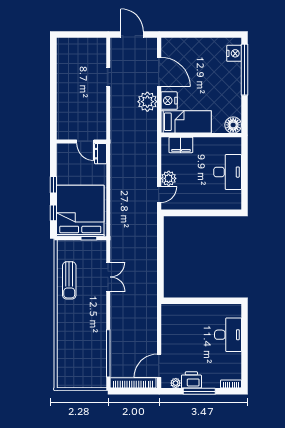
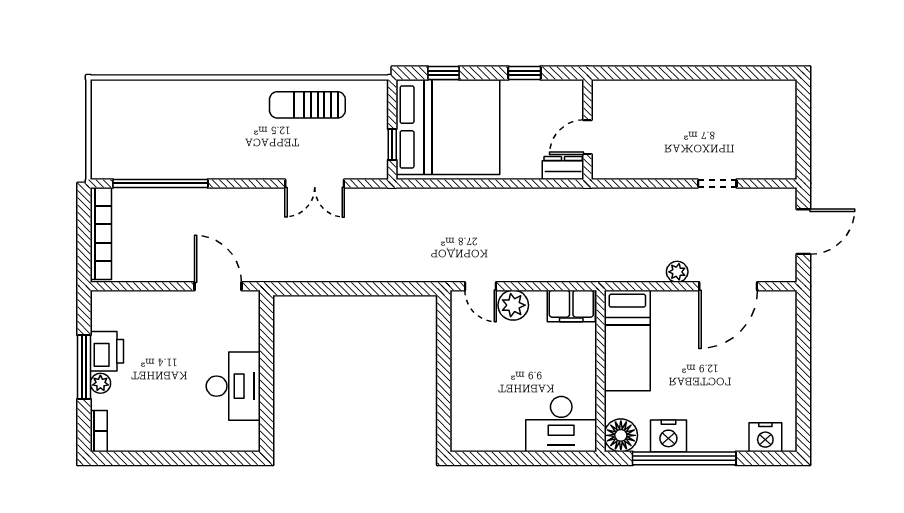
window: (245, 70) -> (684, 458), moved
nightstand: (169, 101) -> (668, 436), moved, turned 180
plant: (147, 102) -> (677, 272), width x0.53, depth x0.53
filing cabinet: (181, 145) -> (571, 306), moved, turned -90
desk: (228, 172) -> (561, 424), moved
window: (53, 185) -> (525, 73), moved
desk: (228, 335) -> (233, 386), moved, turned -90
door: (159, 366) -> (218, 286), moved
plant: (176, 383) -> (100, 383), moved

